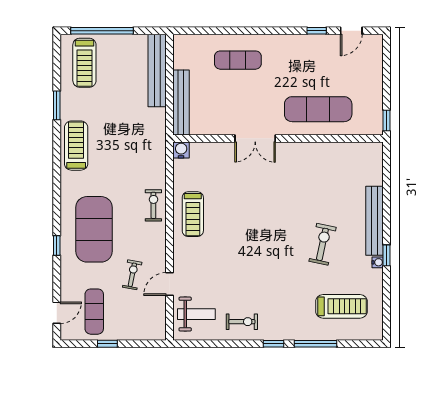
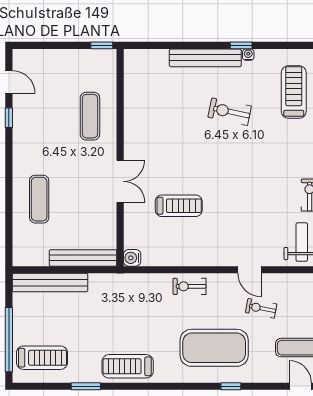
exercise mat: (318, 109) -> (90, 116), width x0.73, depth x0.69
treadmill: (193, 214) -> (179, 206), moved
door: (170, 284) -> (250, 270), moved

